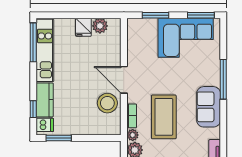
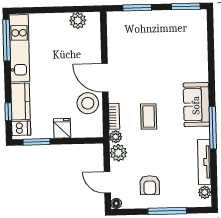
fridge: (83, 27) -> (62, 128), moved, turned 180
corner sofa: (186, 38) -> (170, 31), removed
window: (223, 79) -> (213, 128), moved
coffee table: (164, 117) -> (149, 117), width x0.54, depth x0.58

